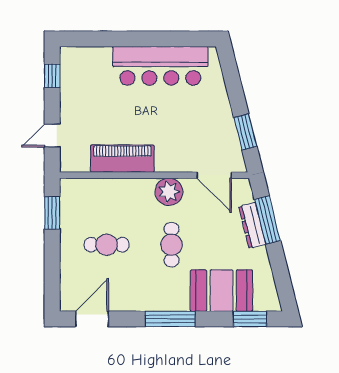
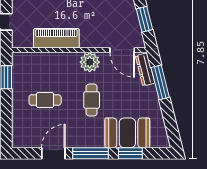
dresser: (252, 225) -> (145, 69), moved
door: (92, 319) -> (53, 153), moved
window: (250, 319) -> (130, 153), moved

